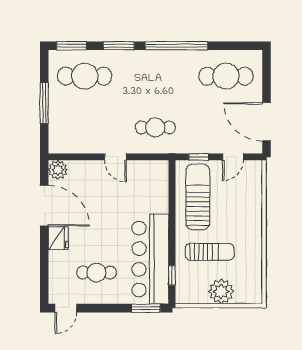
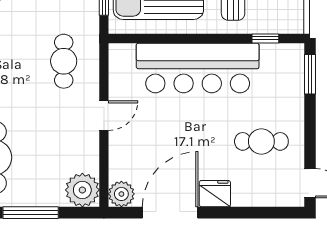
plant: (61, 141) -> (82, 190), added
bar counter: (150, 259) -> (198, 68), moved
cafe table: (96, 273) -> (261, 141), turned 90

